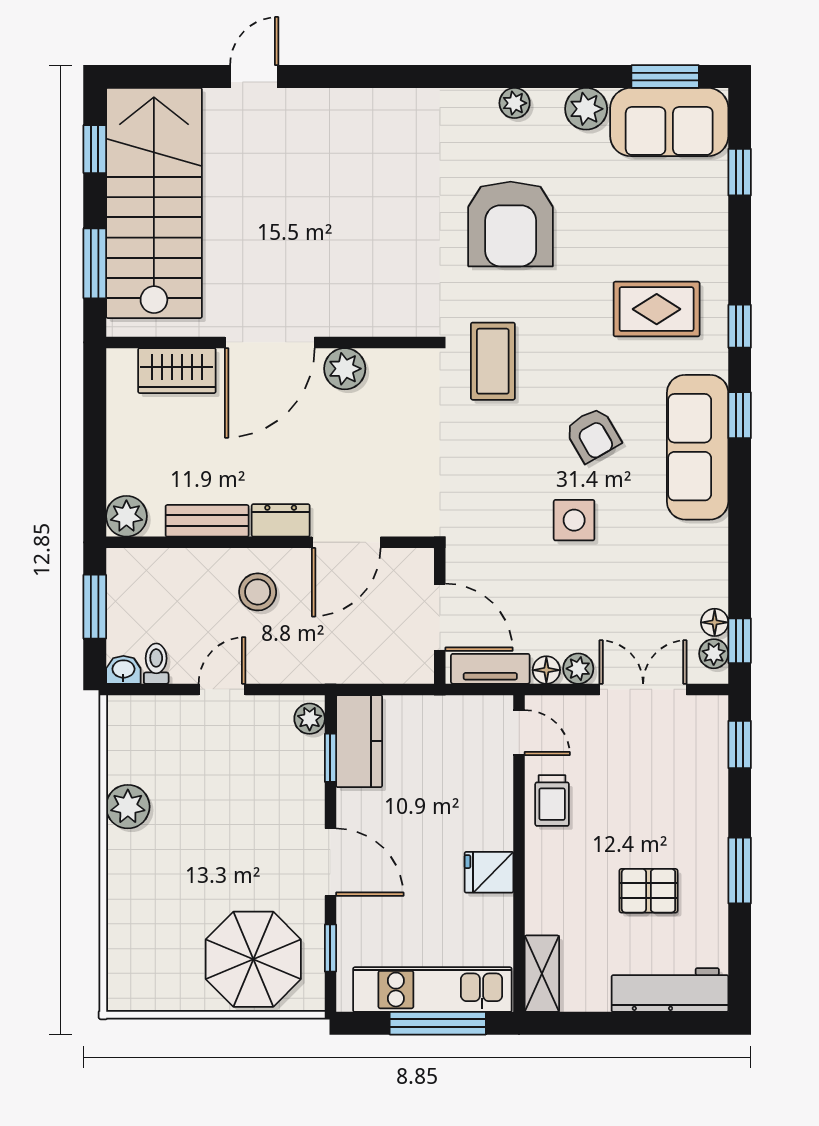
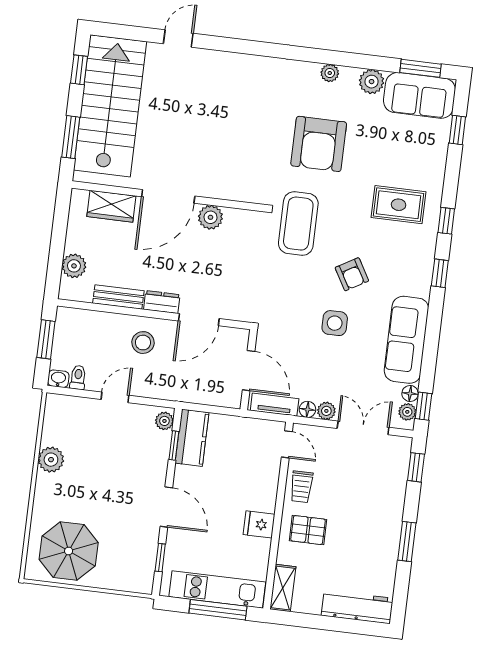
coffee table: (493, 361) -> (298, 224), width x1.36, depth x1.32
sofa: (698, 447) -> (406, 340), moved
plant: (126, 516) -> (74, 266), moved
pallet: (648, 891) -> (308, 530), moved
parasol: (253, 959) -> (69, 551), moved

